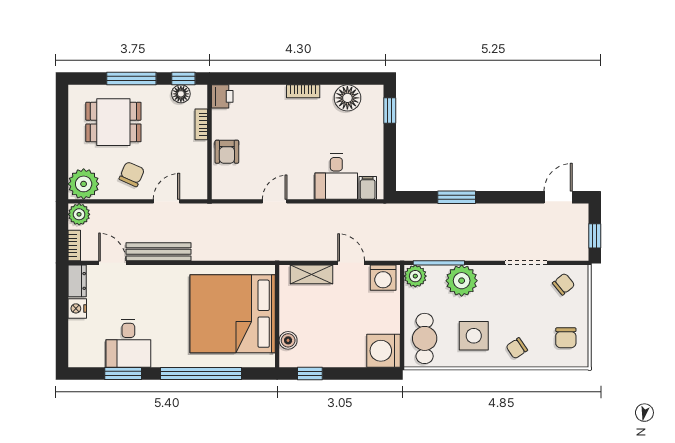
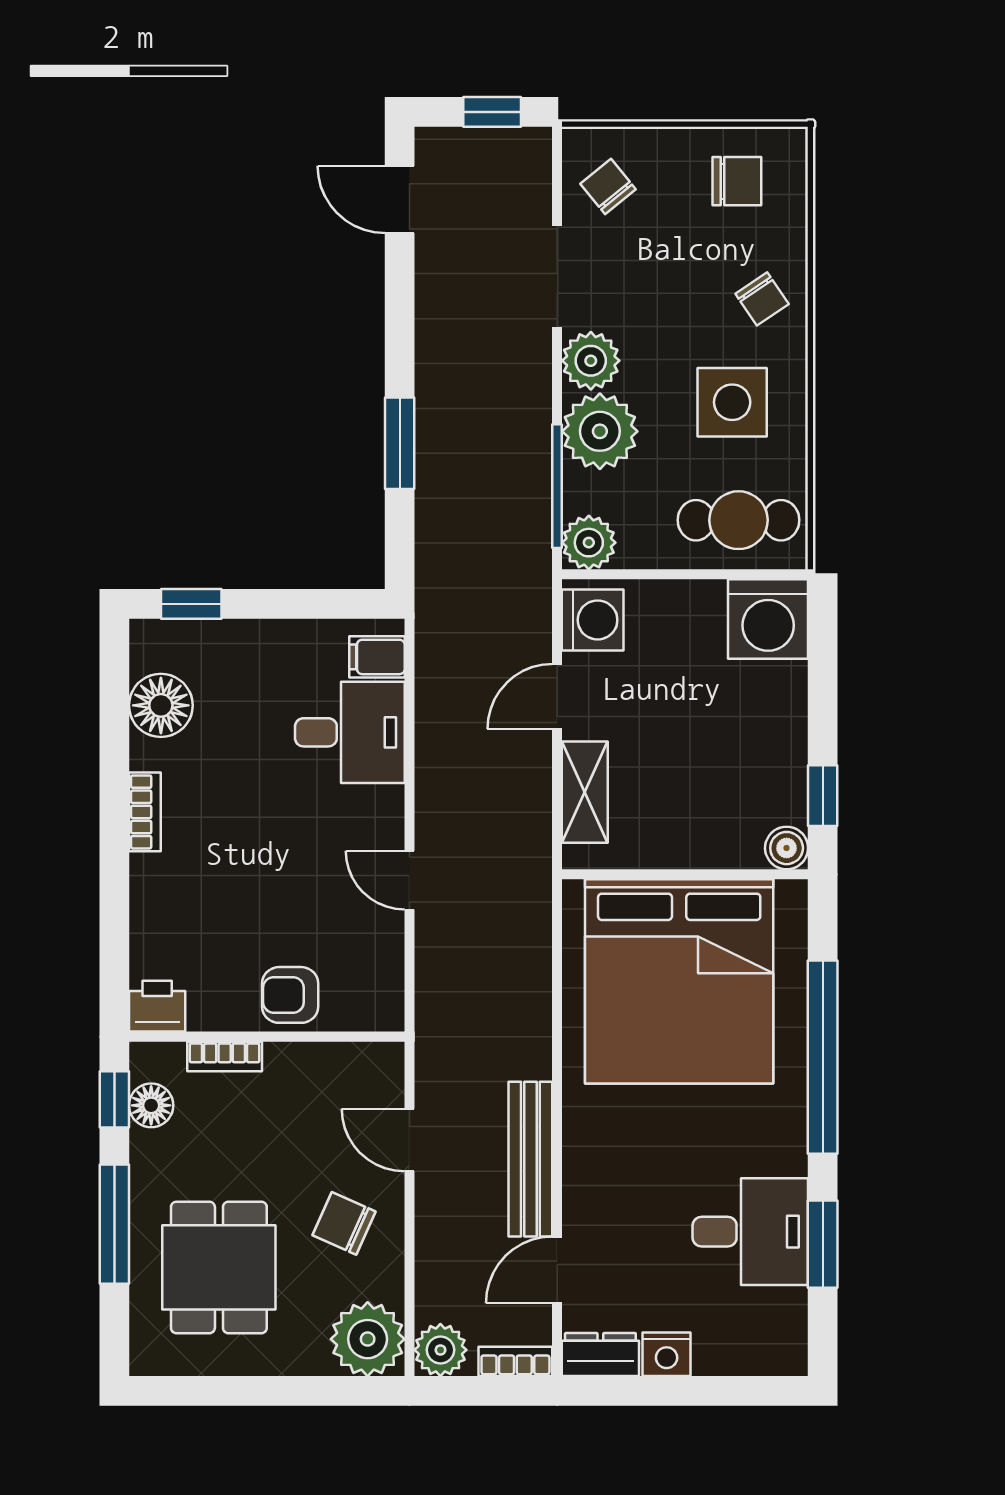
armchair: (227, 152) -> (290, 995), turned 180
plant: (491, 277) -> (591, 361), added
boiler: (288, 340) -> (787, 848), moved

